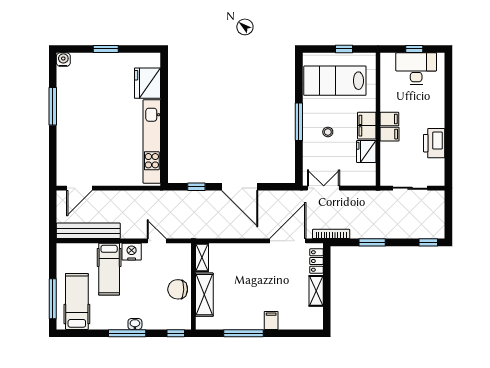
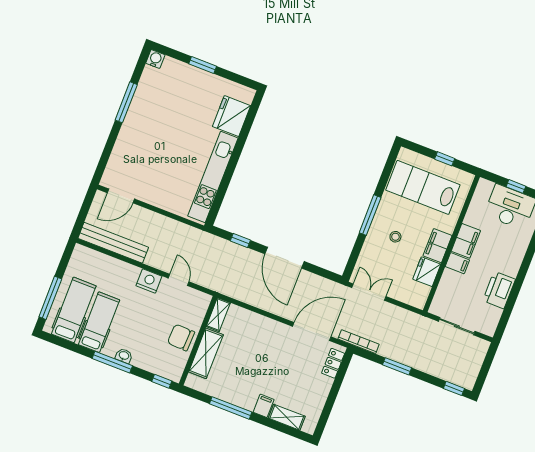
filing cabinet: (389, 119) -> (466, 241), width x2.00
hospital bed: (109, 269) -> (99, 322), moved, turned 180
shelving: (316, 291) -> (287, 417), moved, turned 90

